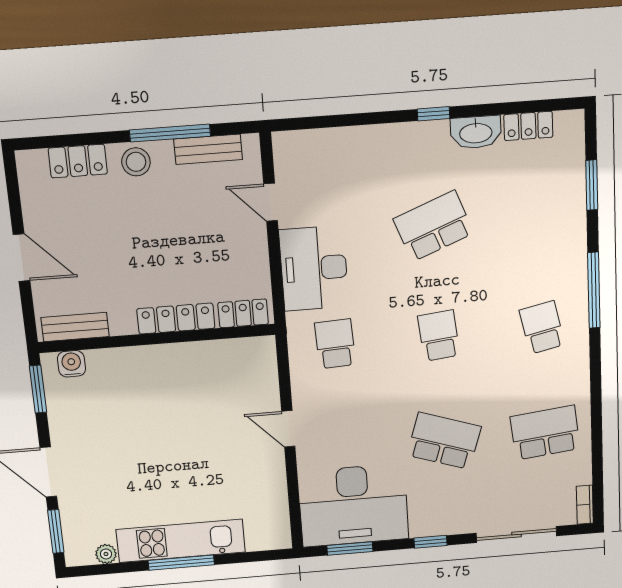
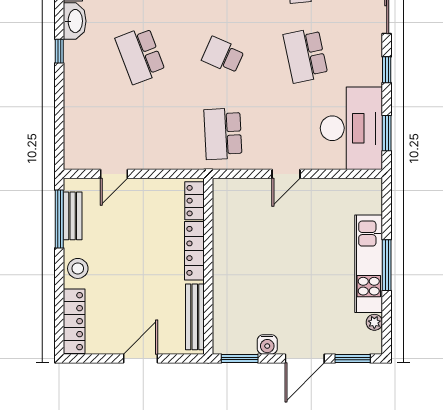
window: (170, 133) -> (59, 219), moved
locker: (78, 161) -> (74, 321), width x1.53
desk: (314, 268) -> (165, 146), removed
bench: (75, 327) -> (195, 317), width x1.36
school desk: (439, 336) -> (223, 55), turned 30
school desk: (335, 344) -> (223, 134), width x1.85
water cooler: (71, 364) -> (267, 344), moved, turned -90
school desk: (444, 441) -> (306, 55), turned -30

